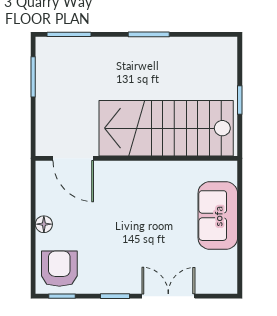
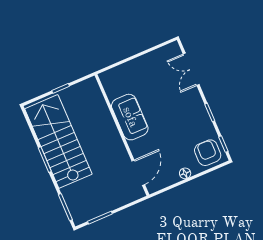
stairs: (166, 128) -> (58, 141), moved, turned 180
sofa: (218, 216) -> (130, 117), moved, turned -90
armchair: (59, 269) -> (208, 153), turned 91
double door: (168, 296) -> (191, 69), moved

